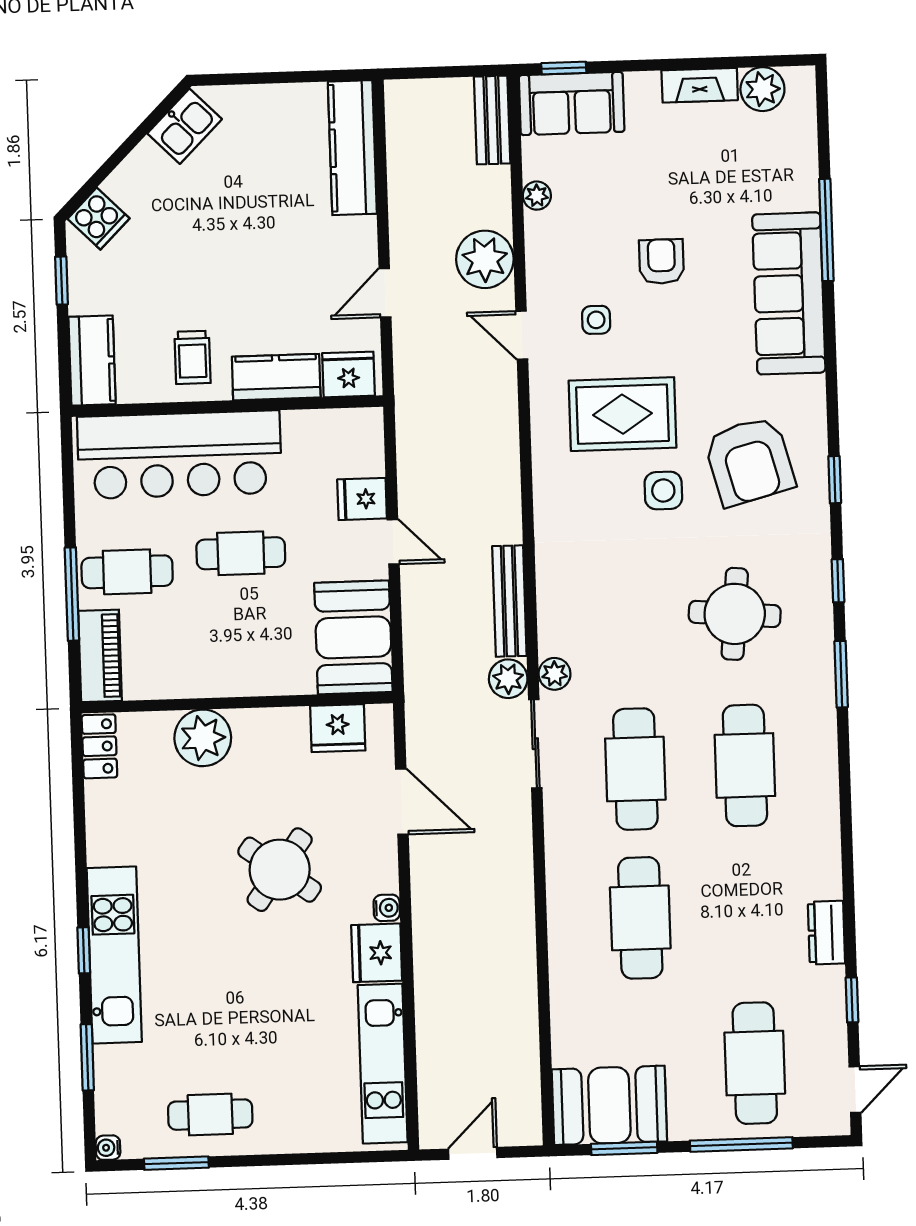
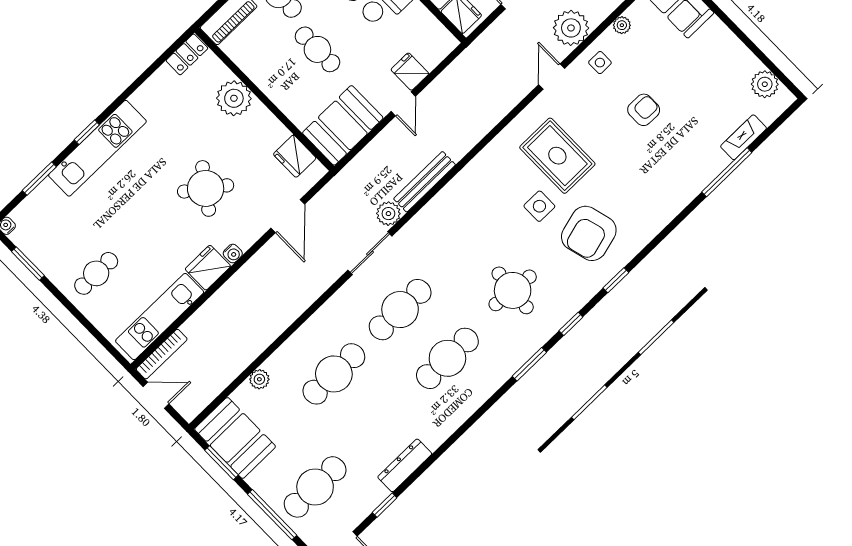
fireplace: (700, 85) -> (744, 137), moved, turned 90
sofa: (789, 293) -> (682, 182), removed
side table: (596, 320) -> (600, 63), moved
cafe table: (241, 553) -> (317, 49), moved
plant: (555, 674) -> (259, 379), moved
dresser: (826, 933) -> (405, 465), width x1.44
bookcase: (430, 1102) -> (162, 354), added
cafe table: (210, 1115) -> (96, 273), moved, turned 90

